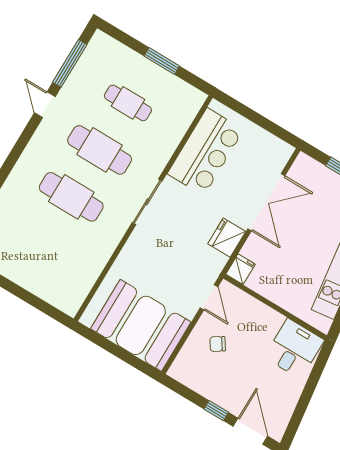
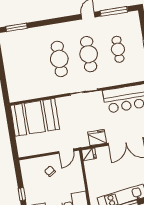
booth: (141, 325) -> (35, 117), moved, turned 90

